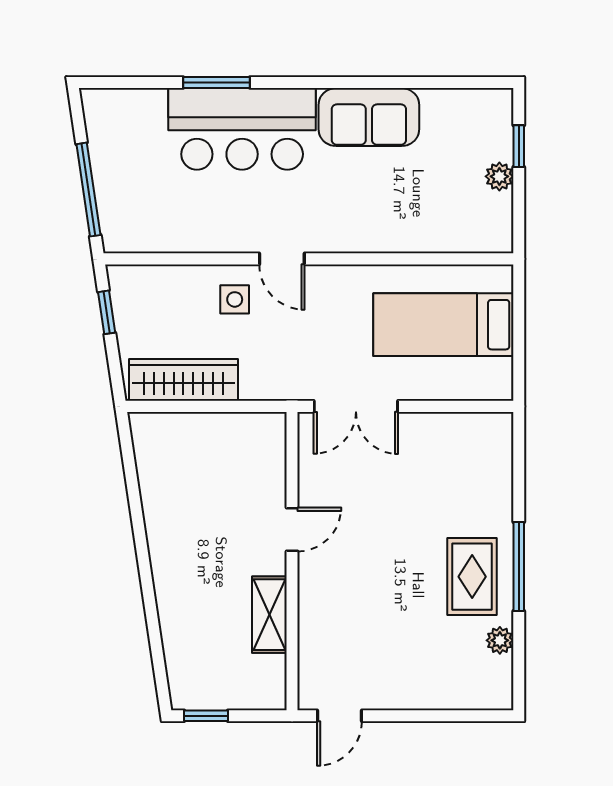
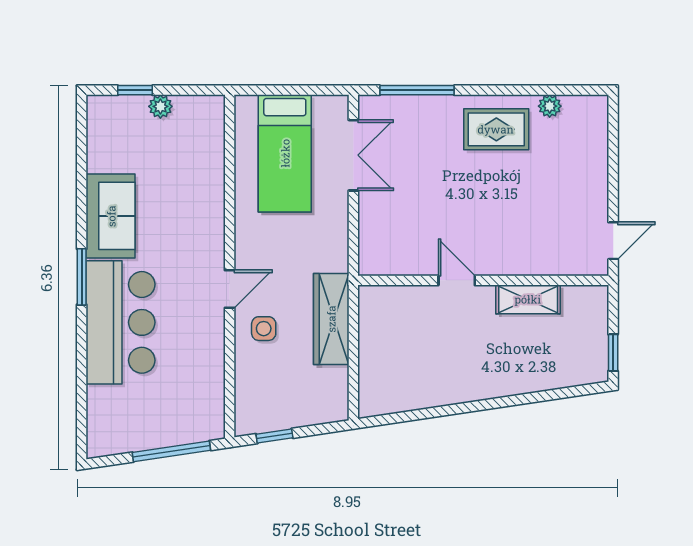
window: (217, 83) -> (82, 277), moved
wardrobe: (183, 380) -> (331, 319), moved
double door: (356, 406) -> (353, 155), moved
window: (519, 566) -> (417, 90), moved
door: (339, 716) -> (613, 241), hinge flipped

